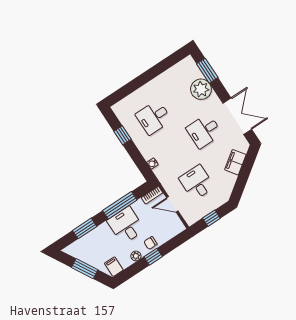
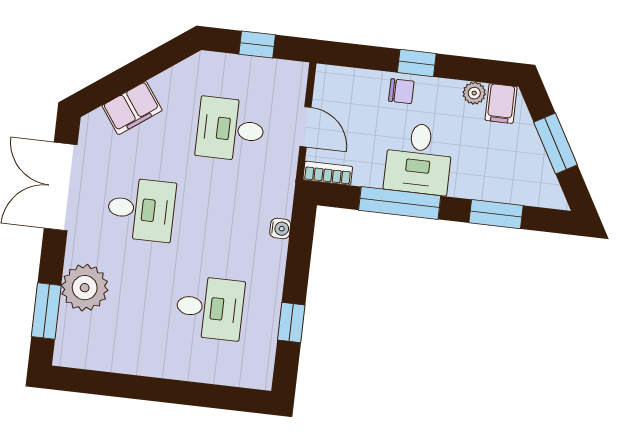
desk: (197, 183) -> (230, 129), turned 90
plant: (136, 256) -> (474, 93), moved

